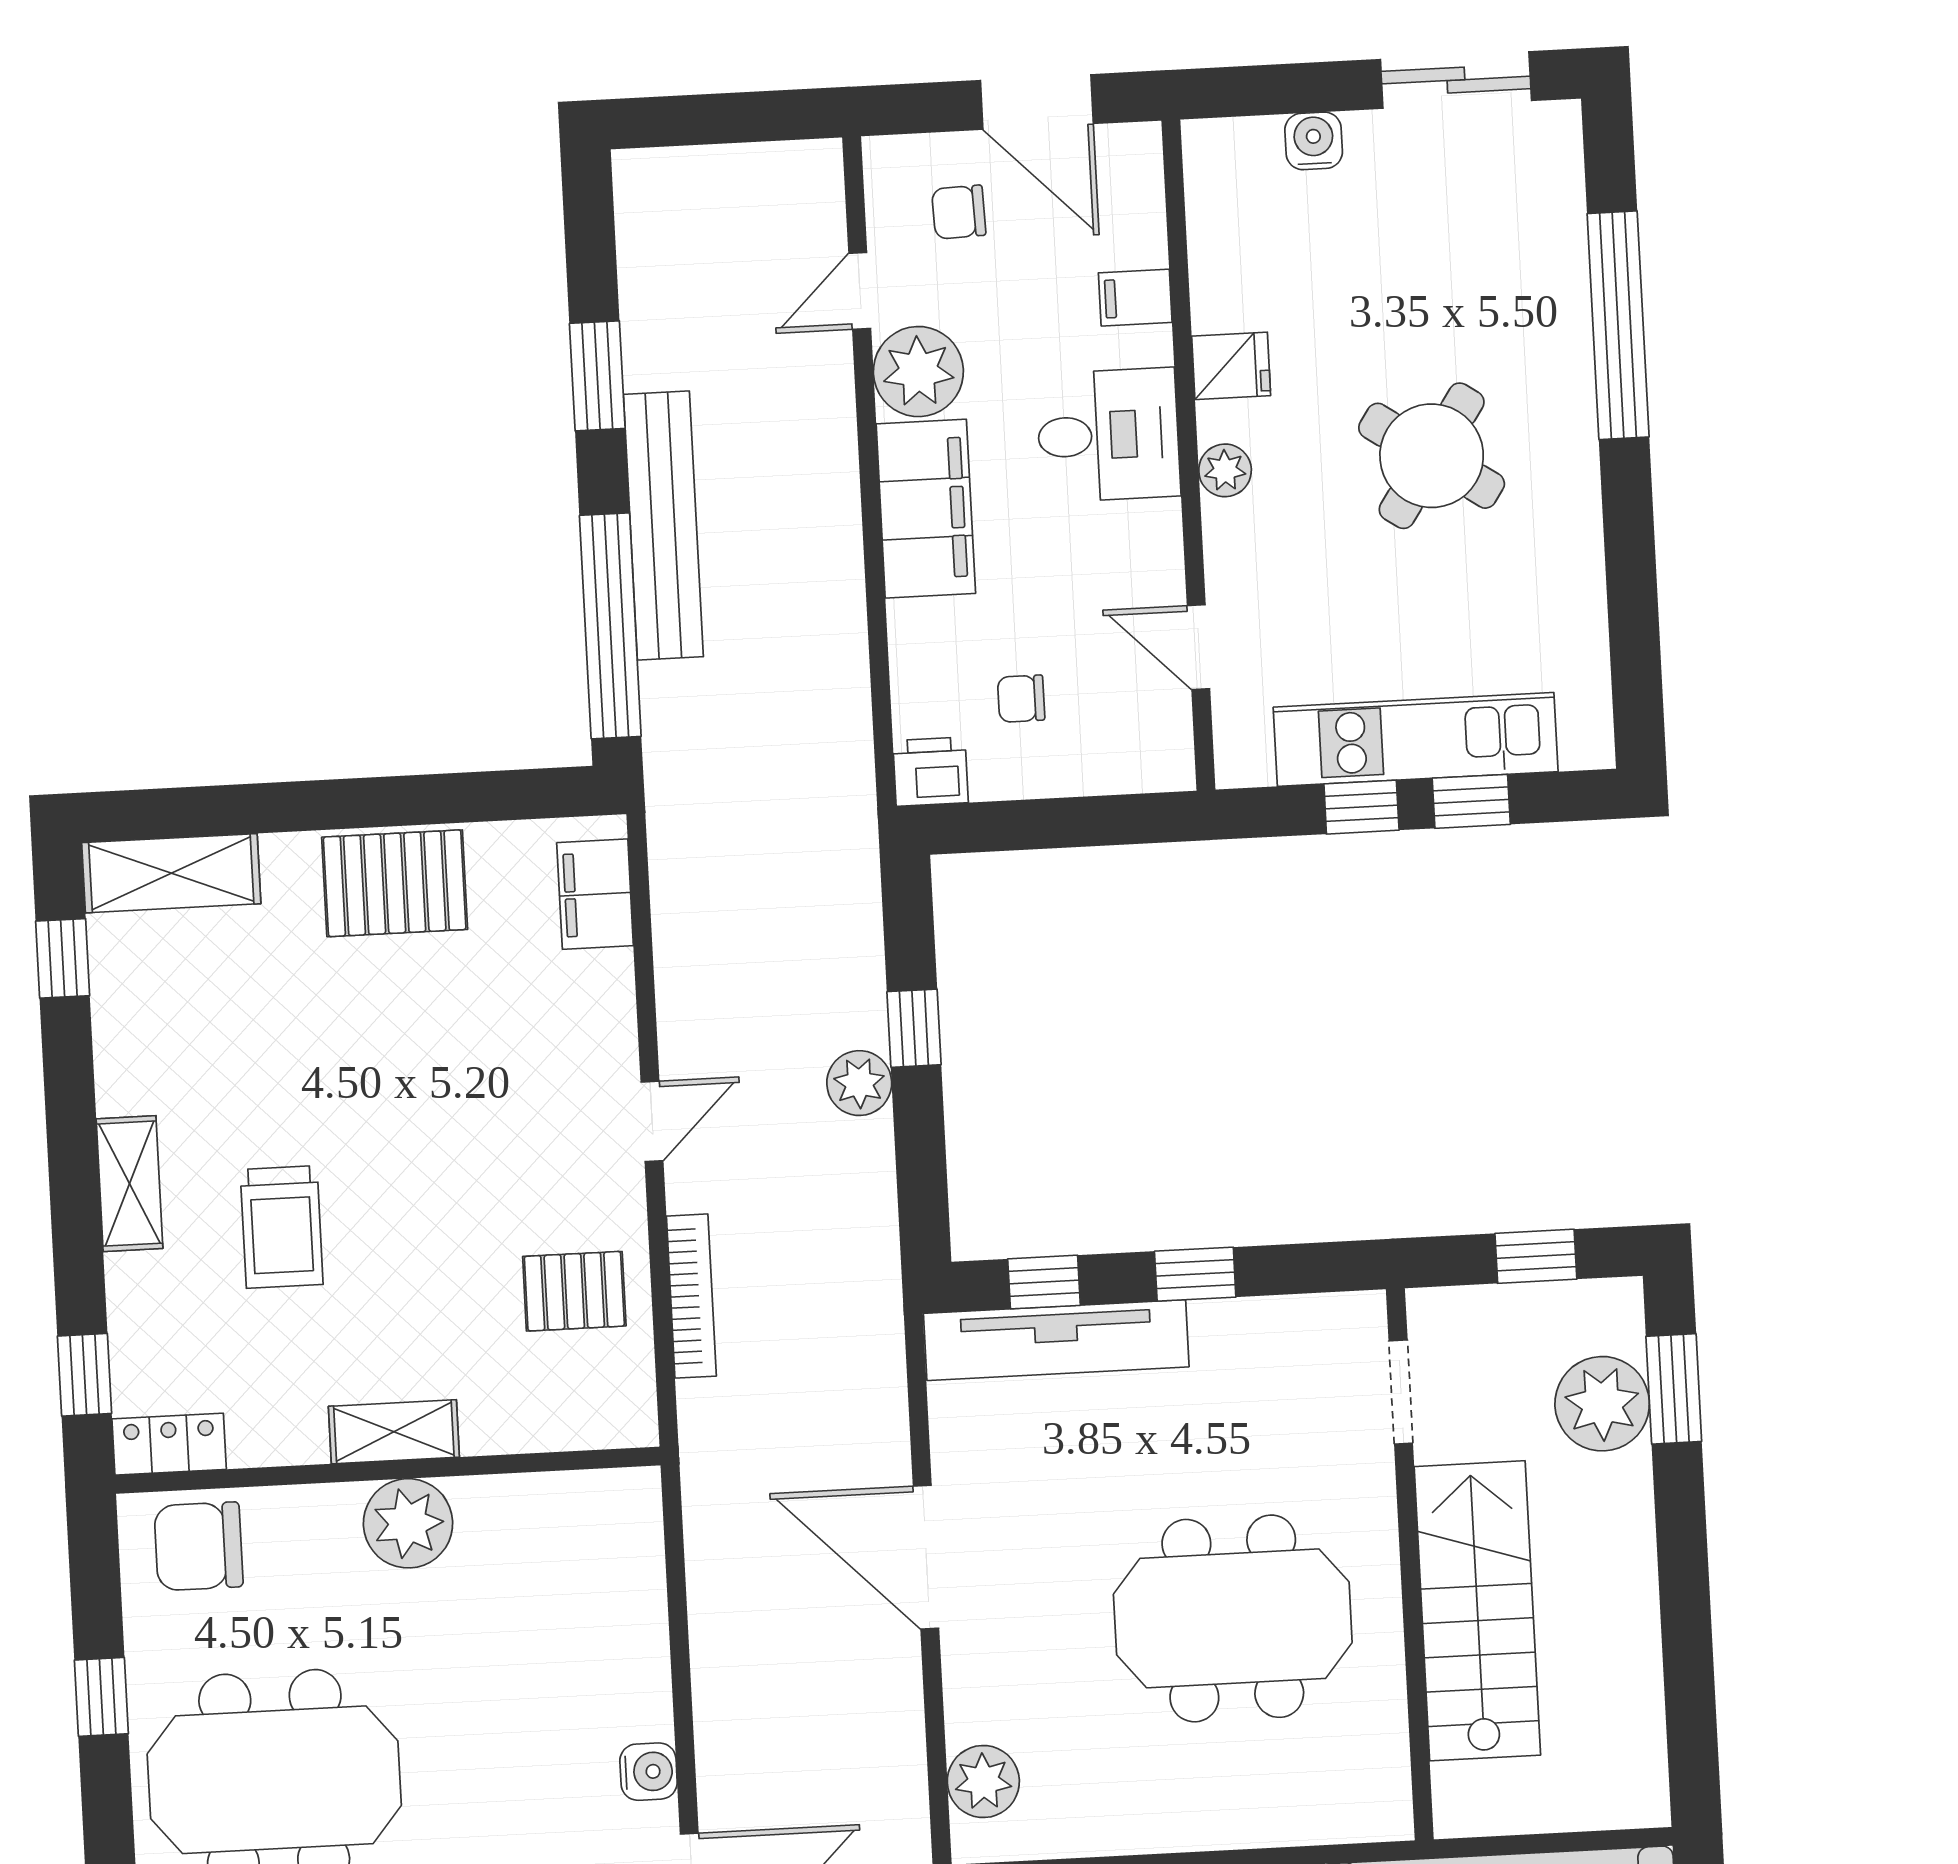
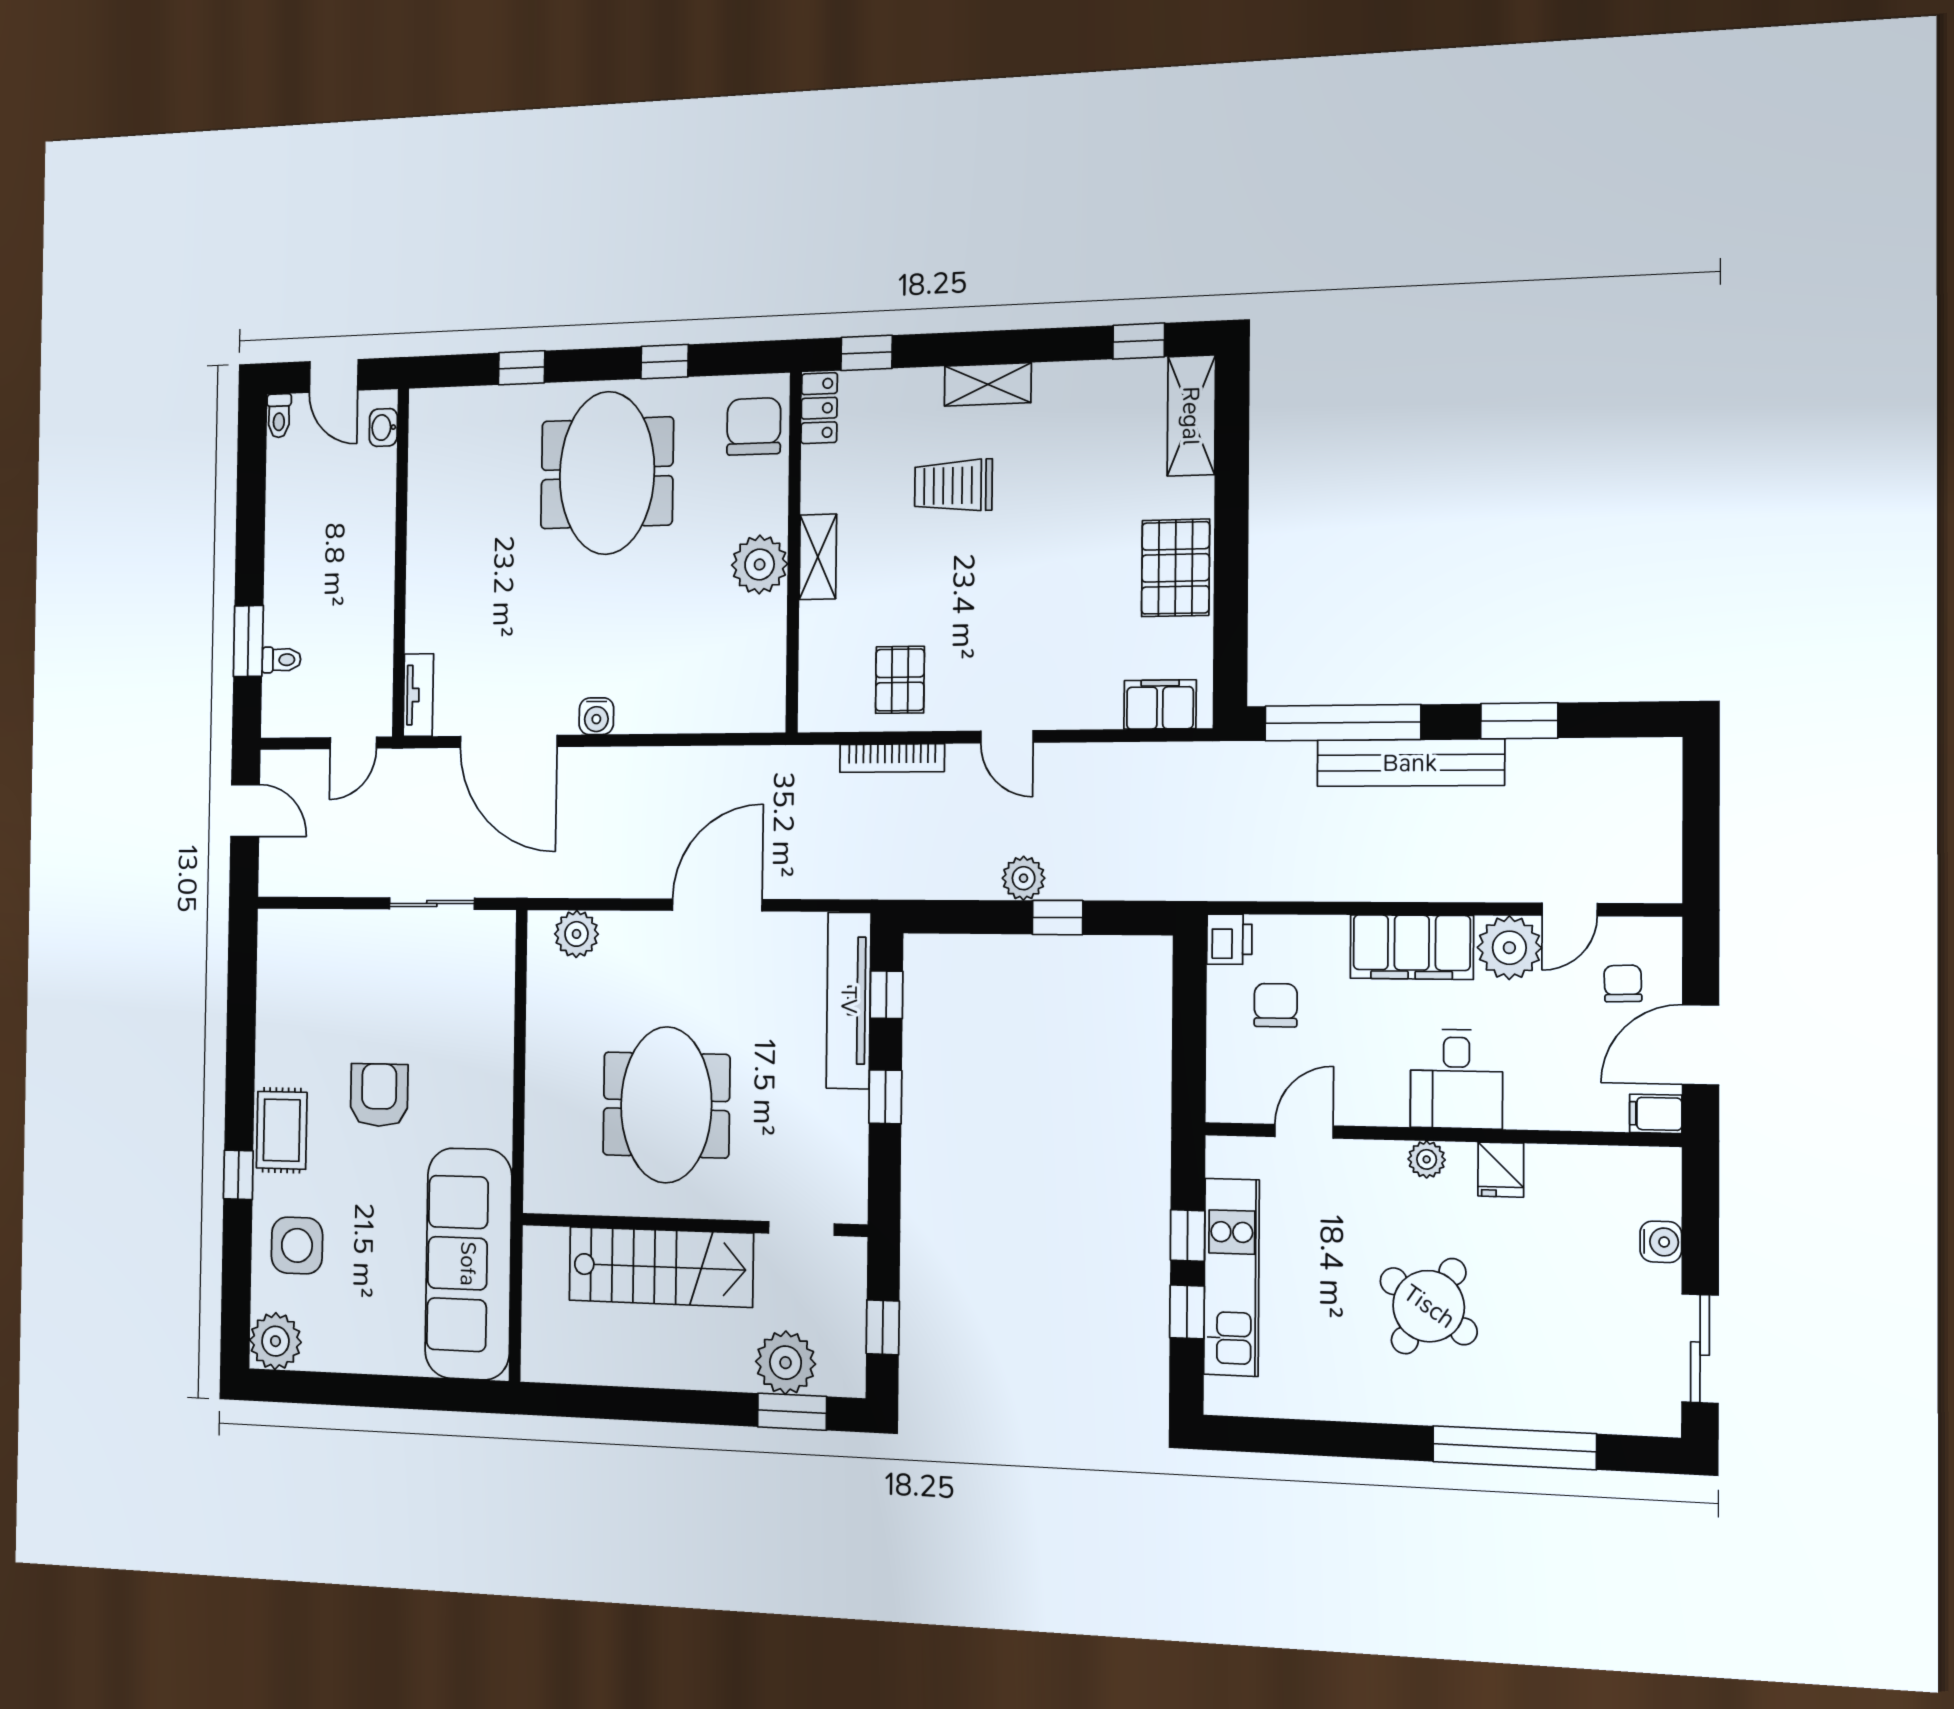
door: (860, 291) -> (1570, 909), swing flipped
filing cabinet: (1135, 298) -> (1656, 1114), moved, turned -90
chair: (1021, 699) -> (1276, 1005), width x1.37, depth x1.37

